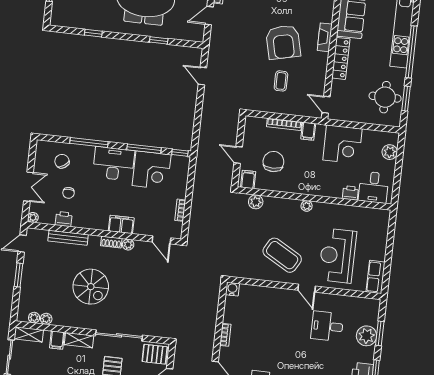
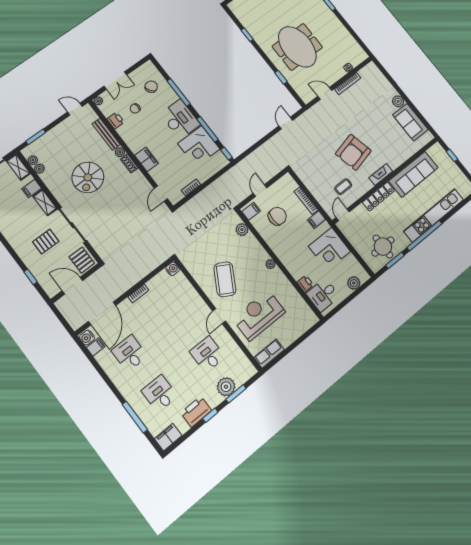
coffee table: (281, 81) -> (343, 187), moved
plant: (128, 245) -> (120, 152), moved
window: (19, 275) -> (36, 137), moved

